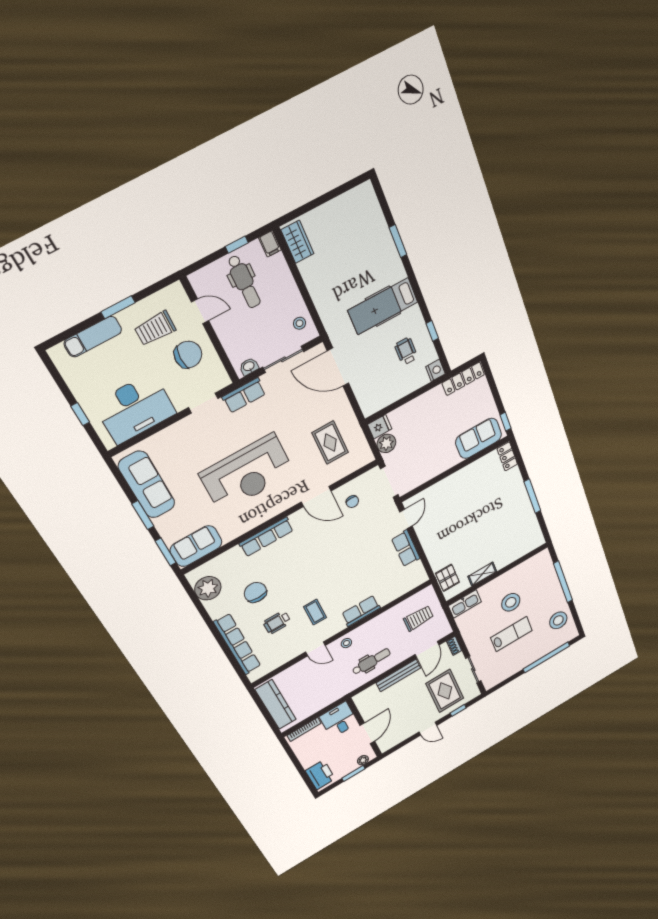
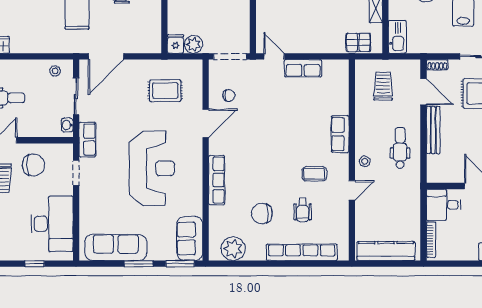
chair: (188, 355) -> (33, 165), turned 90

